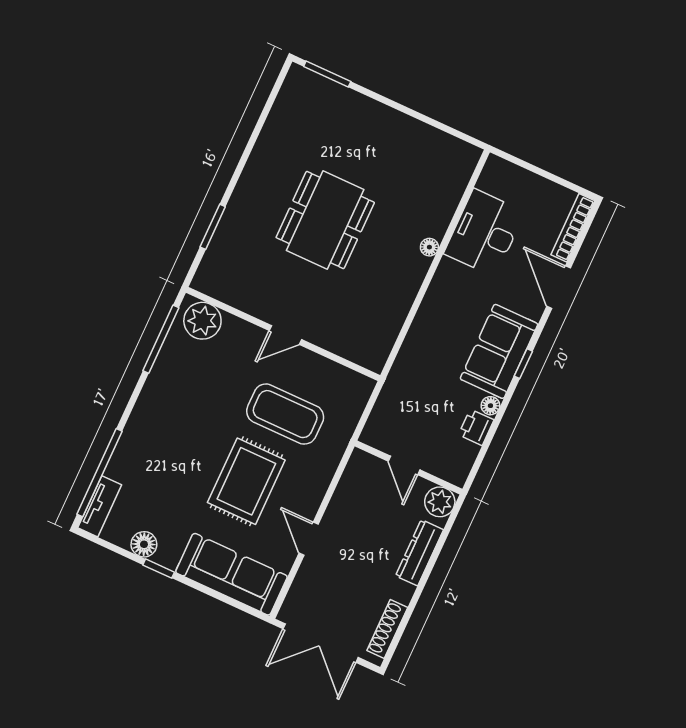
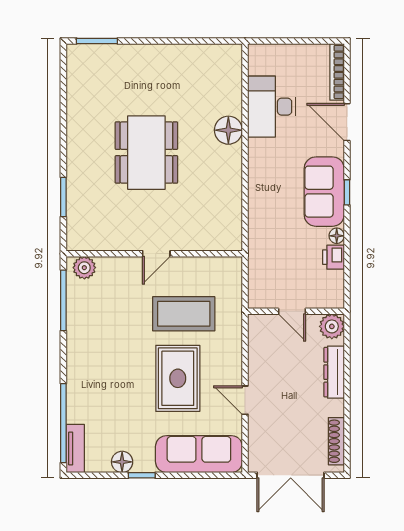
floor lamp: (429, 247) -> (228, 130), width x1.89, depth x1.89
plant: (202, 321) -> (84, 268), width x0.73, depth x0.73

